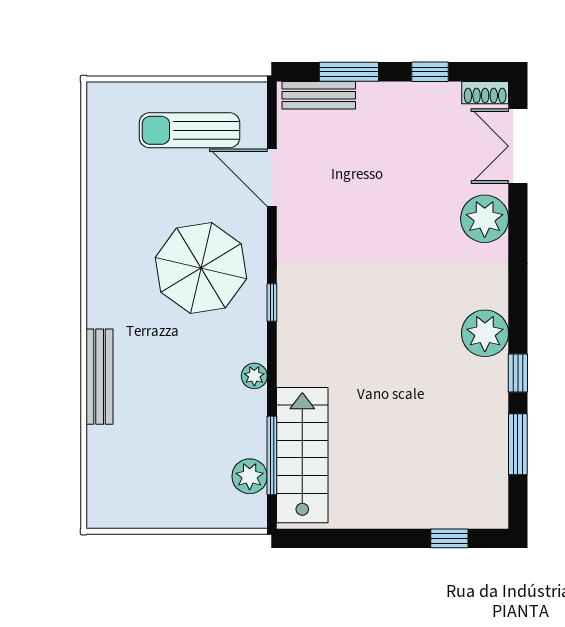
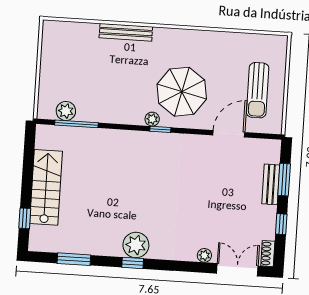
bench: (319, 95) -> (271, 184), moved
sun lounger: (189, 130) -> (258, 90), turned 180
plant: (485, 219) -> (204, 255), width x0.53, depth x0.53
window: (518, 373) -> (133, 263), moved
plant: (254, 376) -> (152, 119), moved
stairs: (302, 455) -> (46, 187), moved, turned -90

